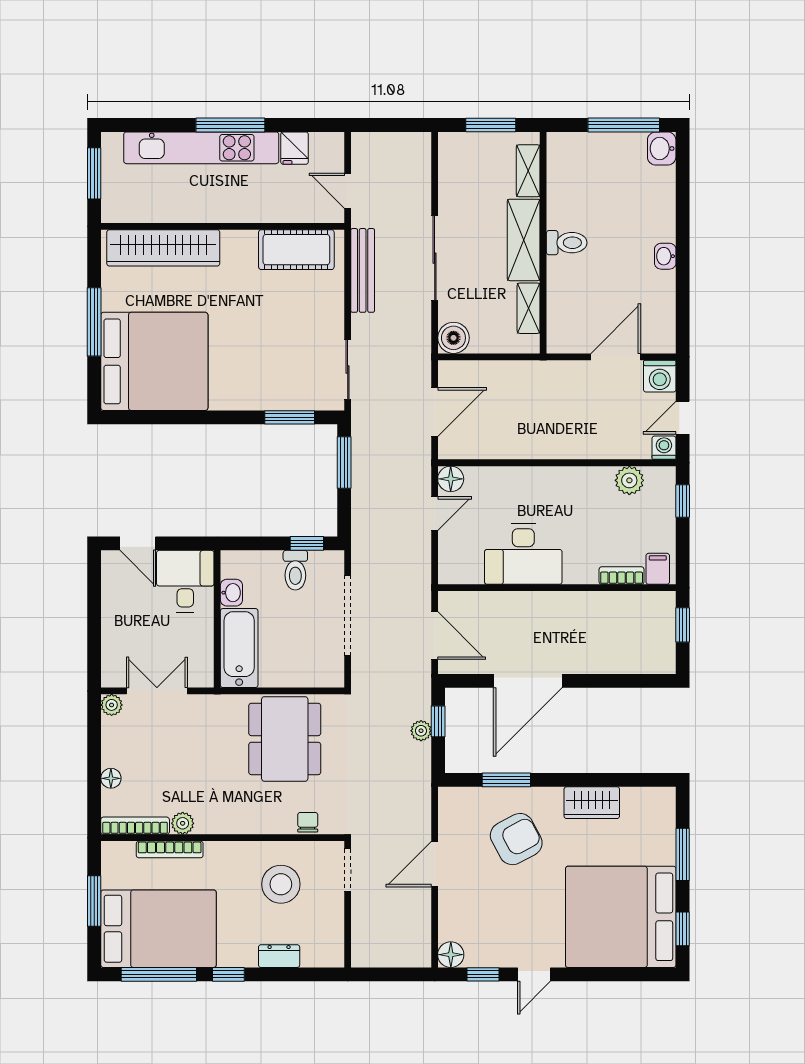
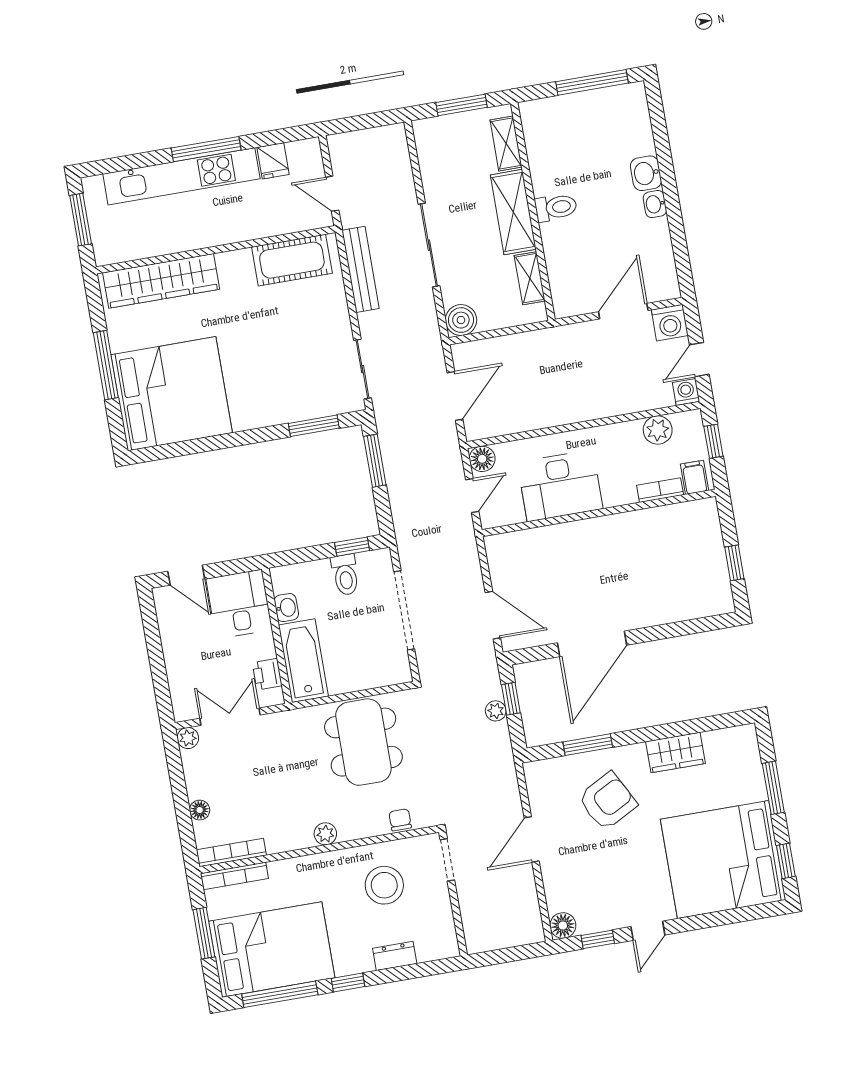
washbasin: (662, 149) -> (646, 173), moved
desk: (523, 554) -> (560, 486), moved
filing cabinet: (658, 569) -> (695, 477), moved
bookcase: (622, 576) -> (660, 490), moved
wall: (557, 588) -> (599, 513), moved
printer: (201, 655) -> (267, 674), added
plant: (183, 823) -> (325, 834), moved
bookcase: (170, 849) -> (234, 876), moved

